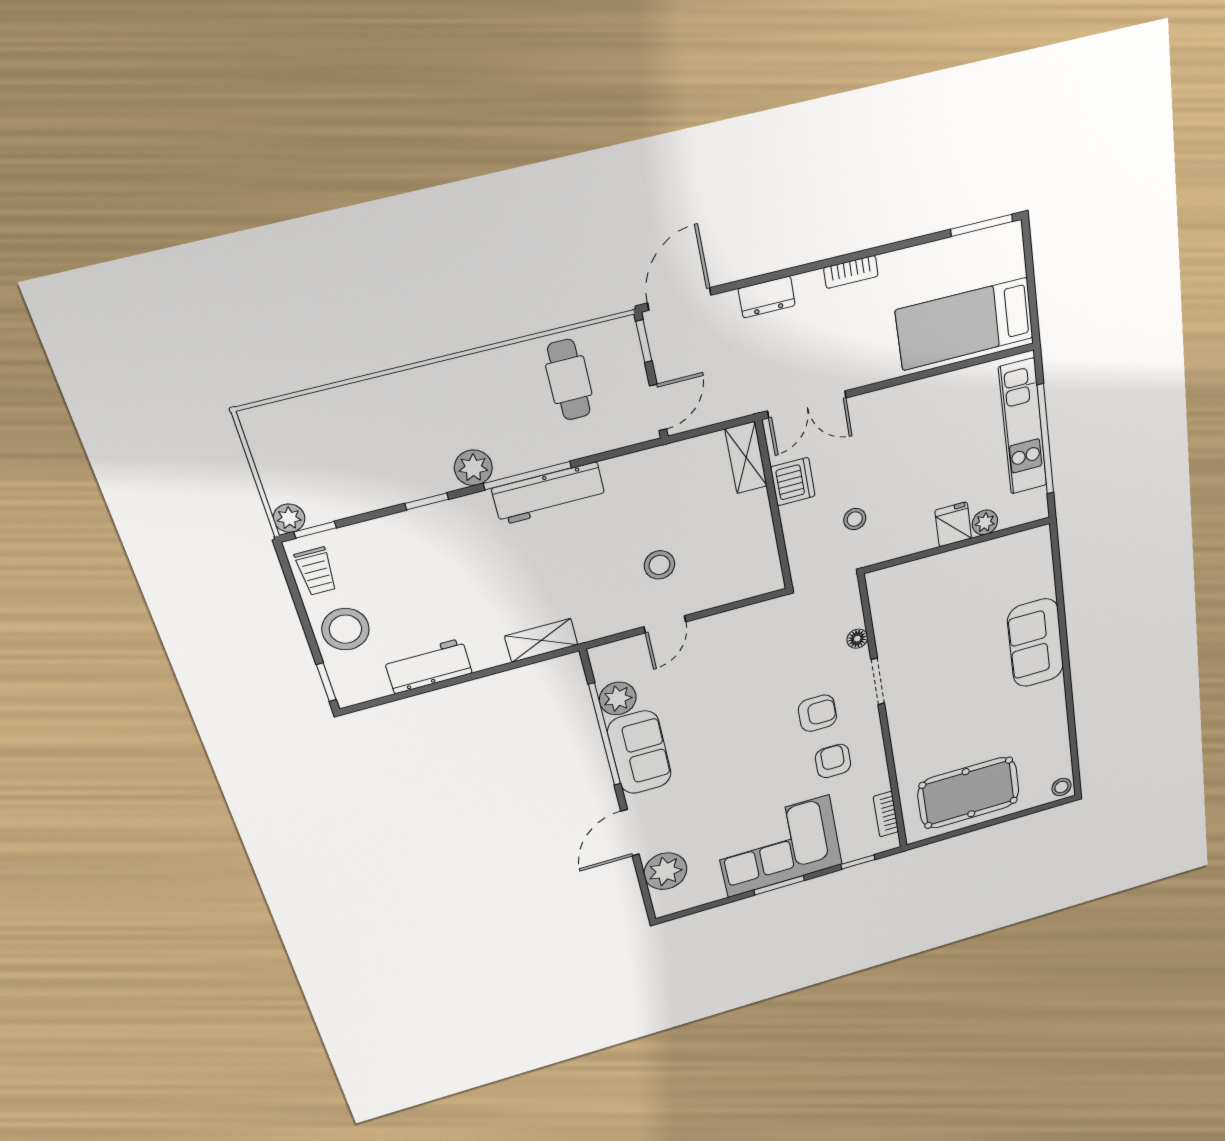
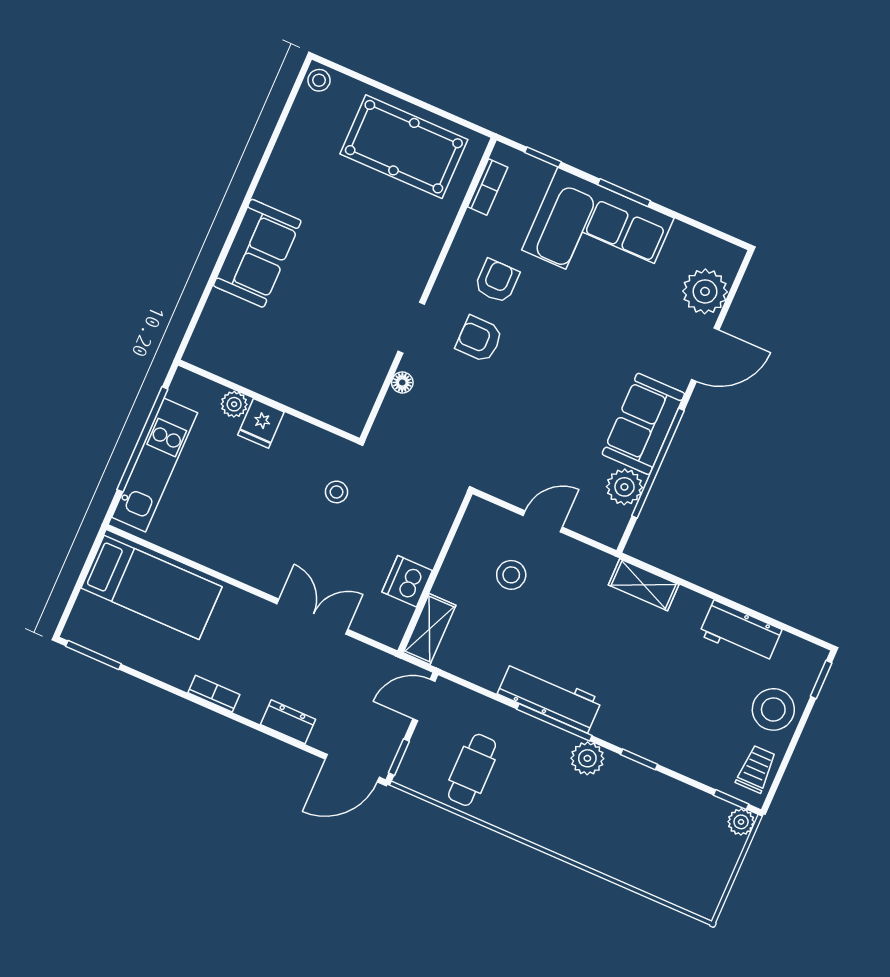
shelving: (746, 458) -> (430, 629), moved
dishwasher: (793, 482) -> (407, 581), moved
wall: (774, 506) -> (435, 572), moved
armchair: (833, 761) -> (497, 281), turned 180

